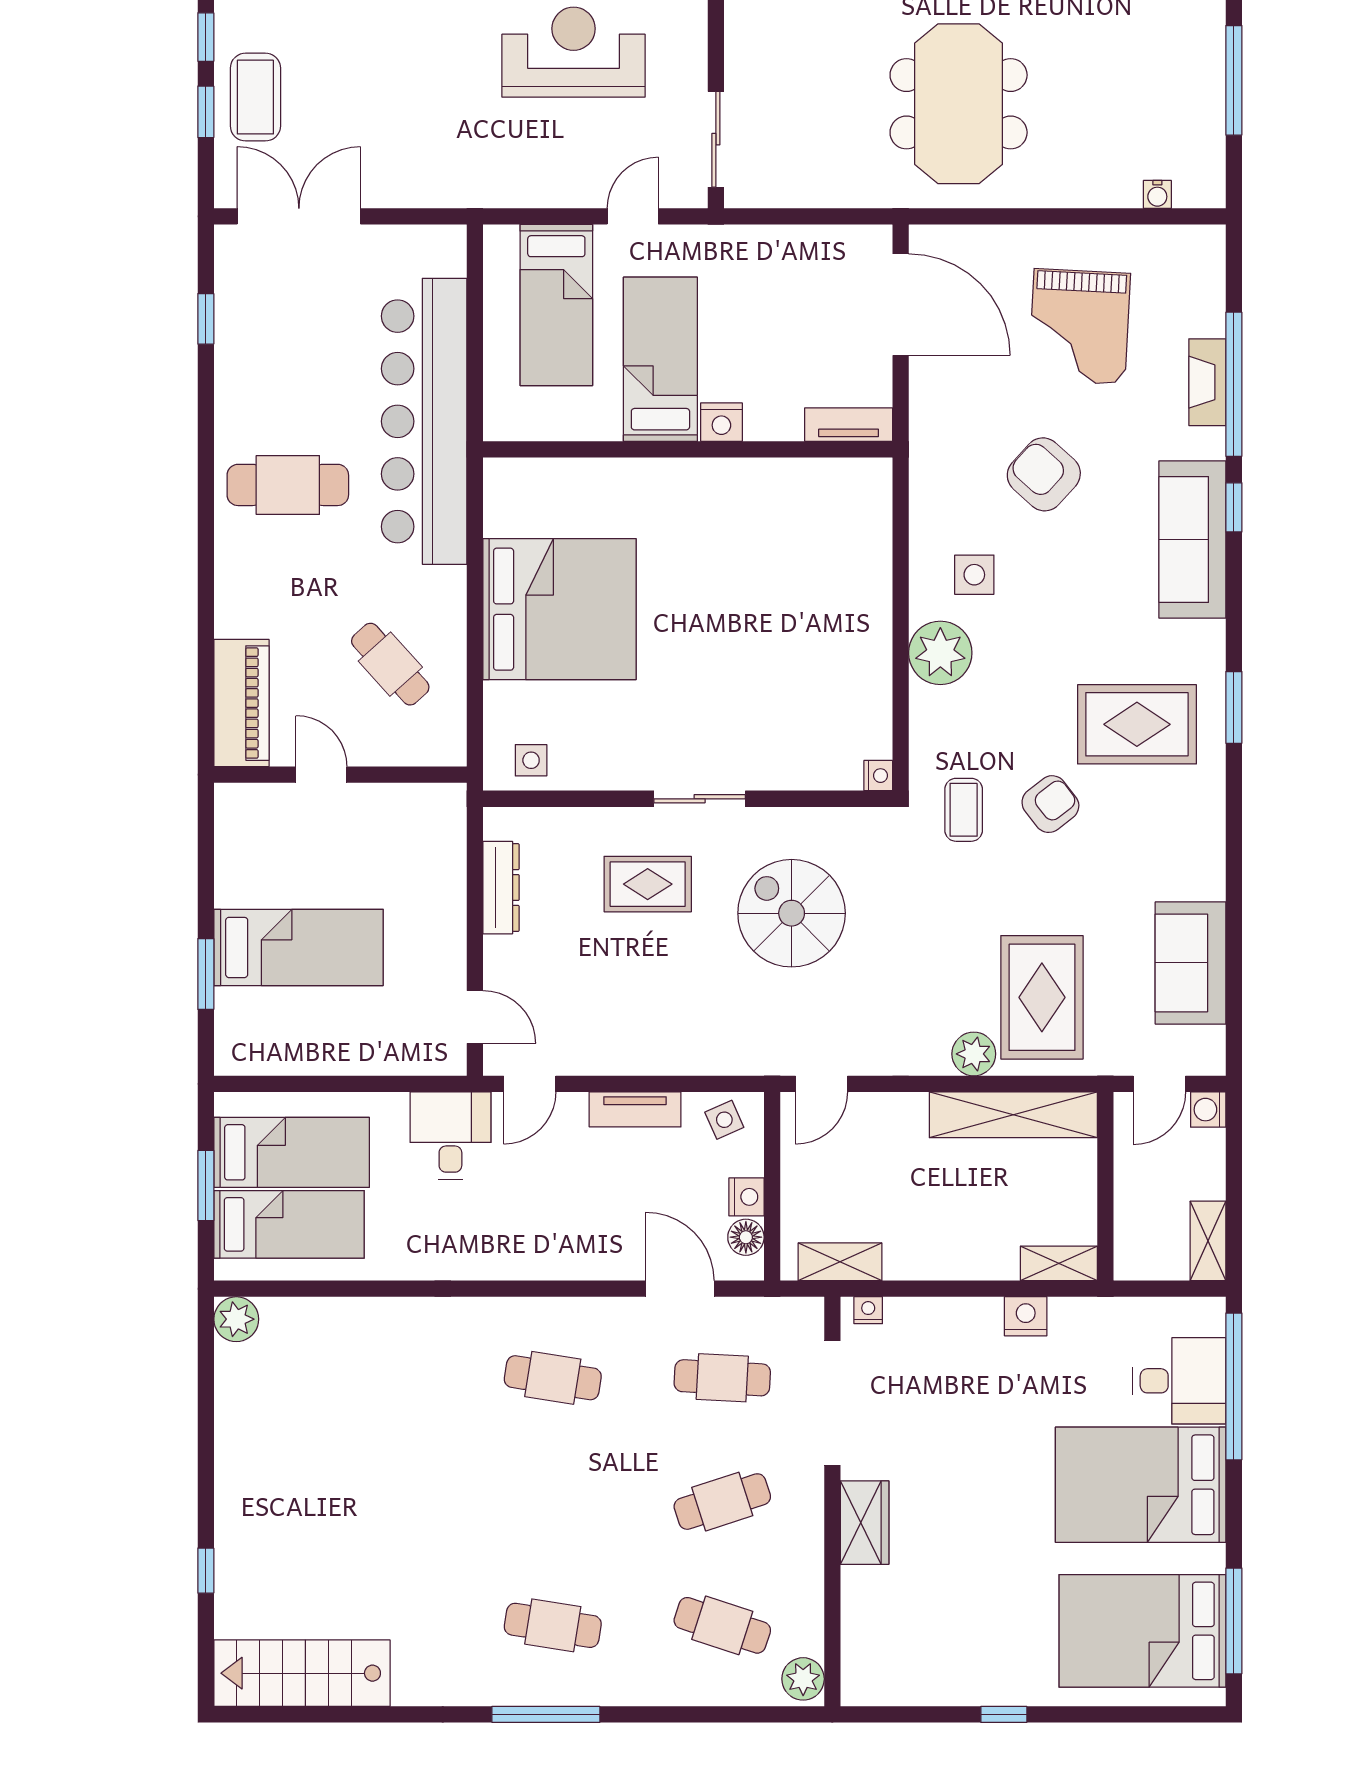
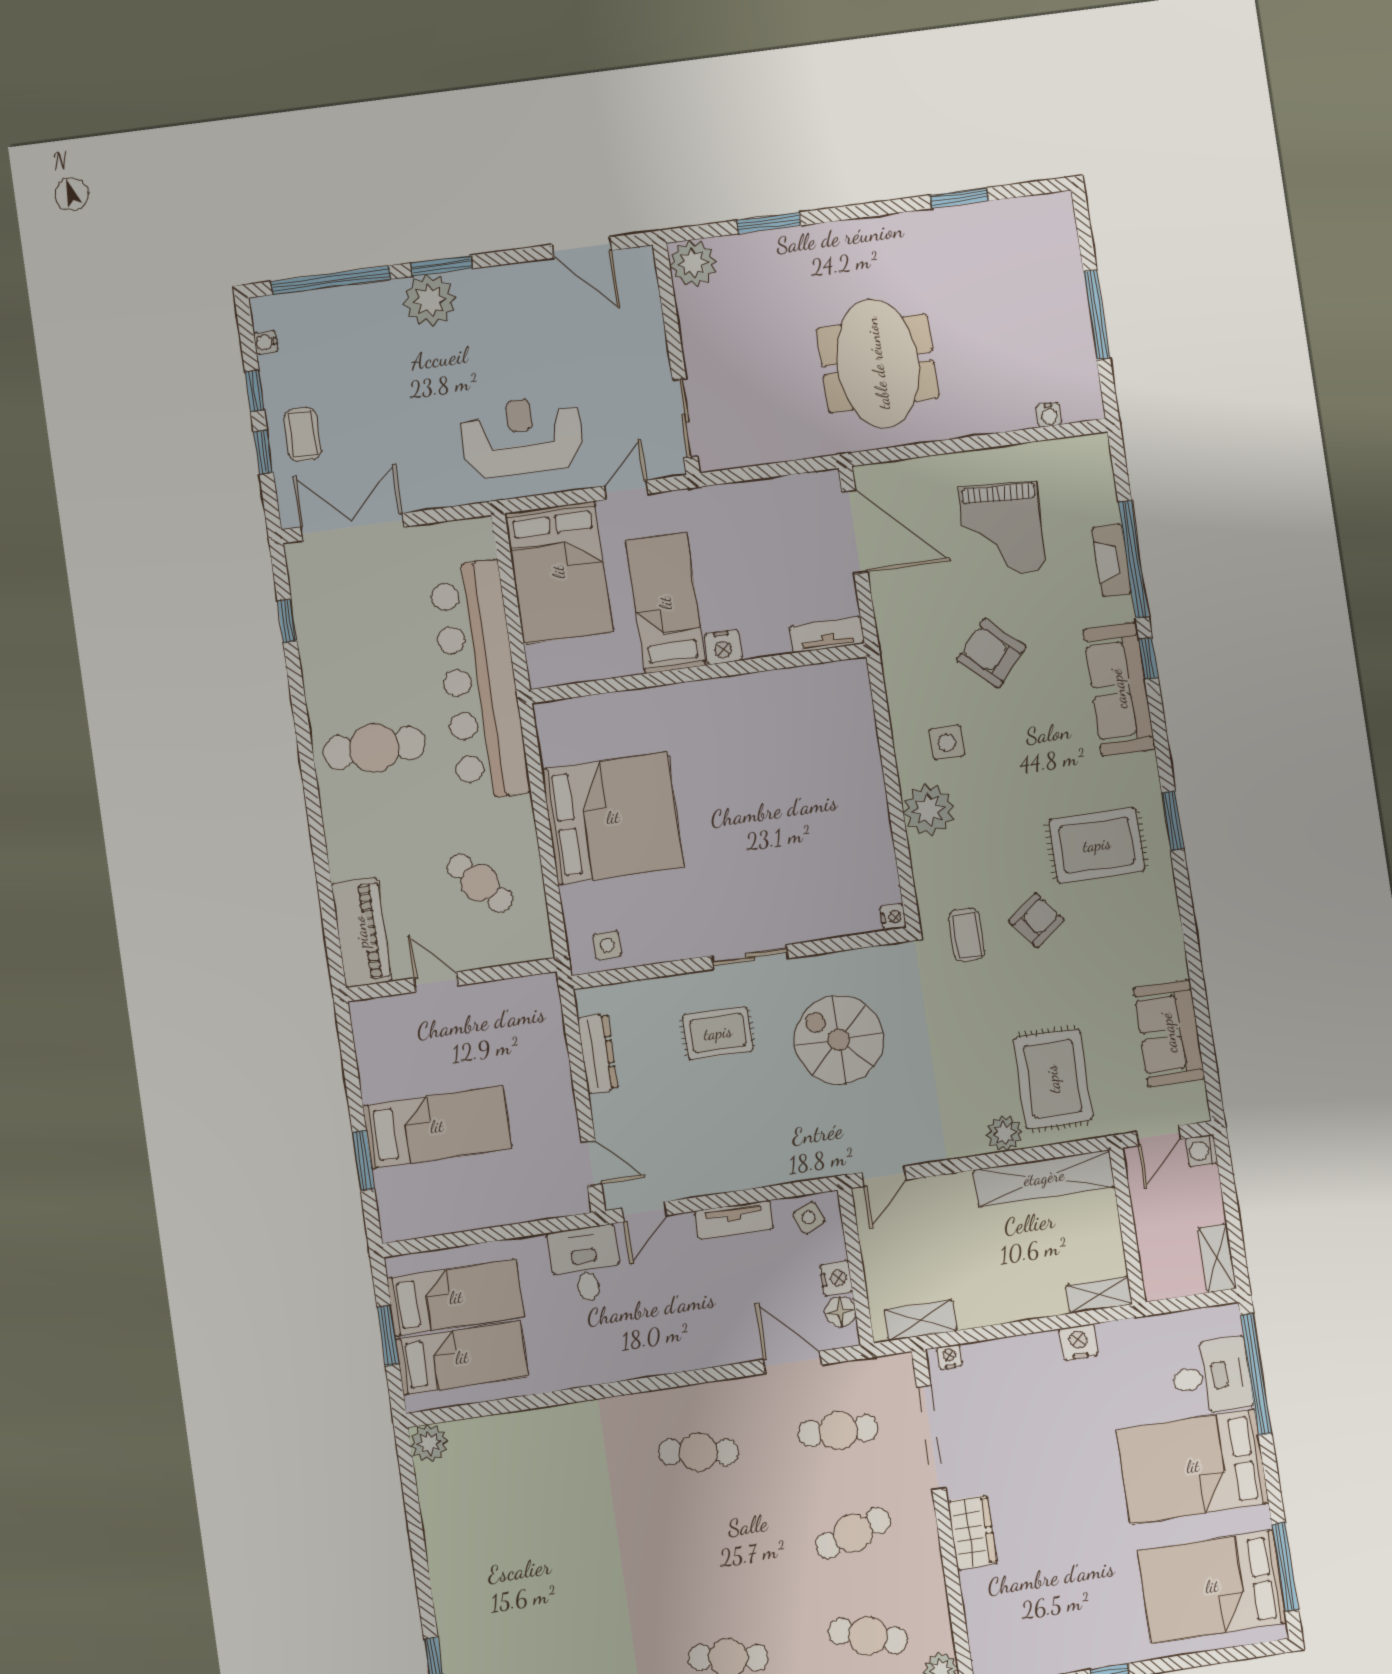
reception desk: (574, 52) -> (522, 437), moved
coffee table: (255, 97) -> (303, 435), width x0.73, depth x0.77
bed: (556, 305) -> (559, 572), width x1.50

